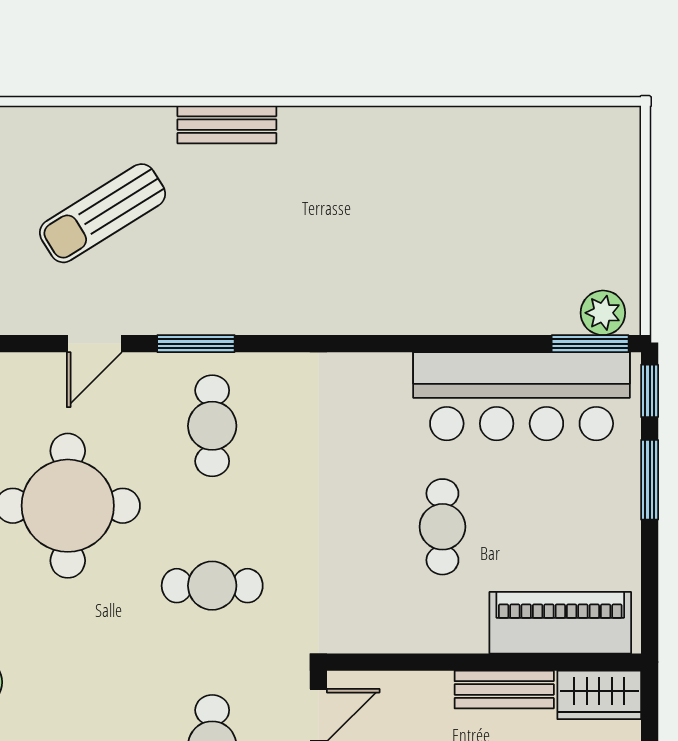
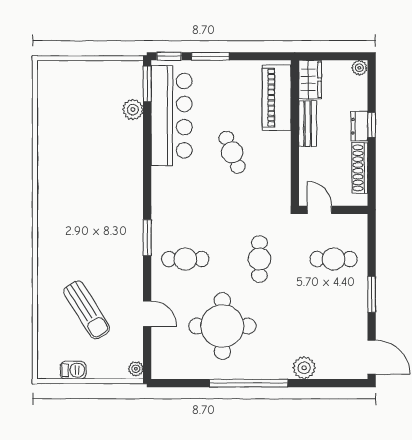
bench: (227, 125) -> (46, 252), removed
plant: (603, 313) -> (133, 110), moved
window: (196, 344) -> (147, 238), moved
cafe table: (442, 527) -> (232, 152), turned 68

